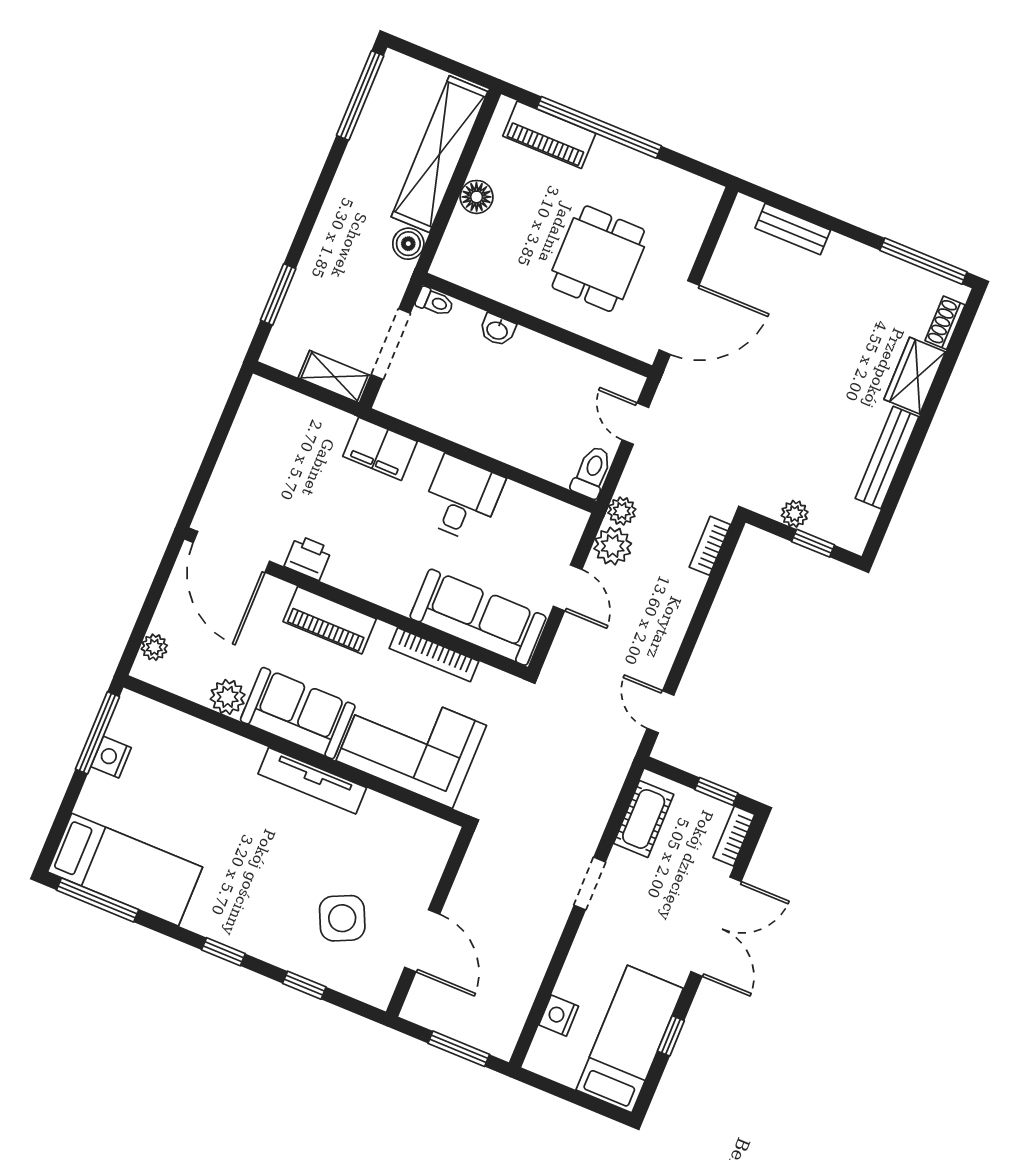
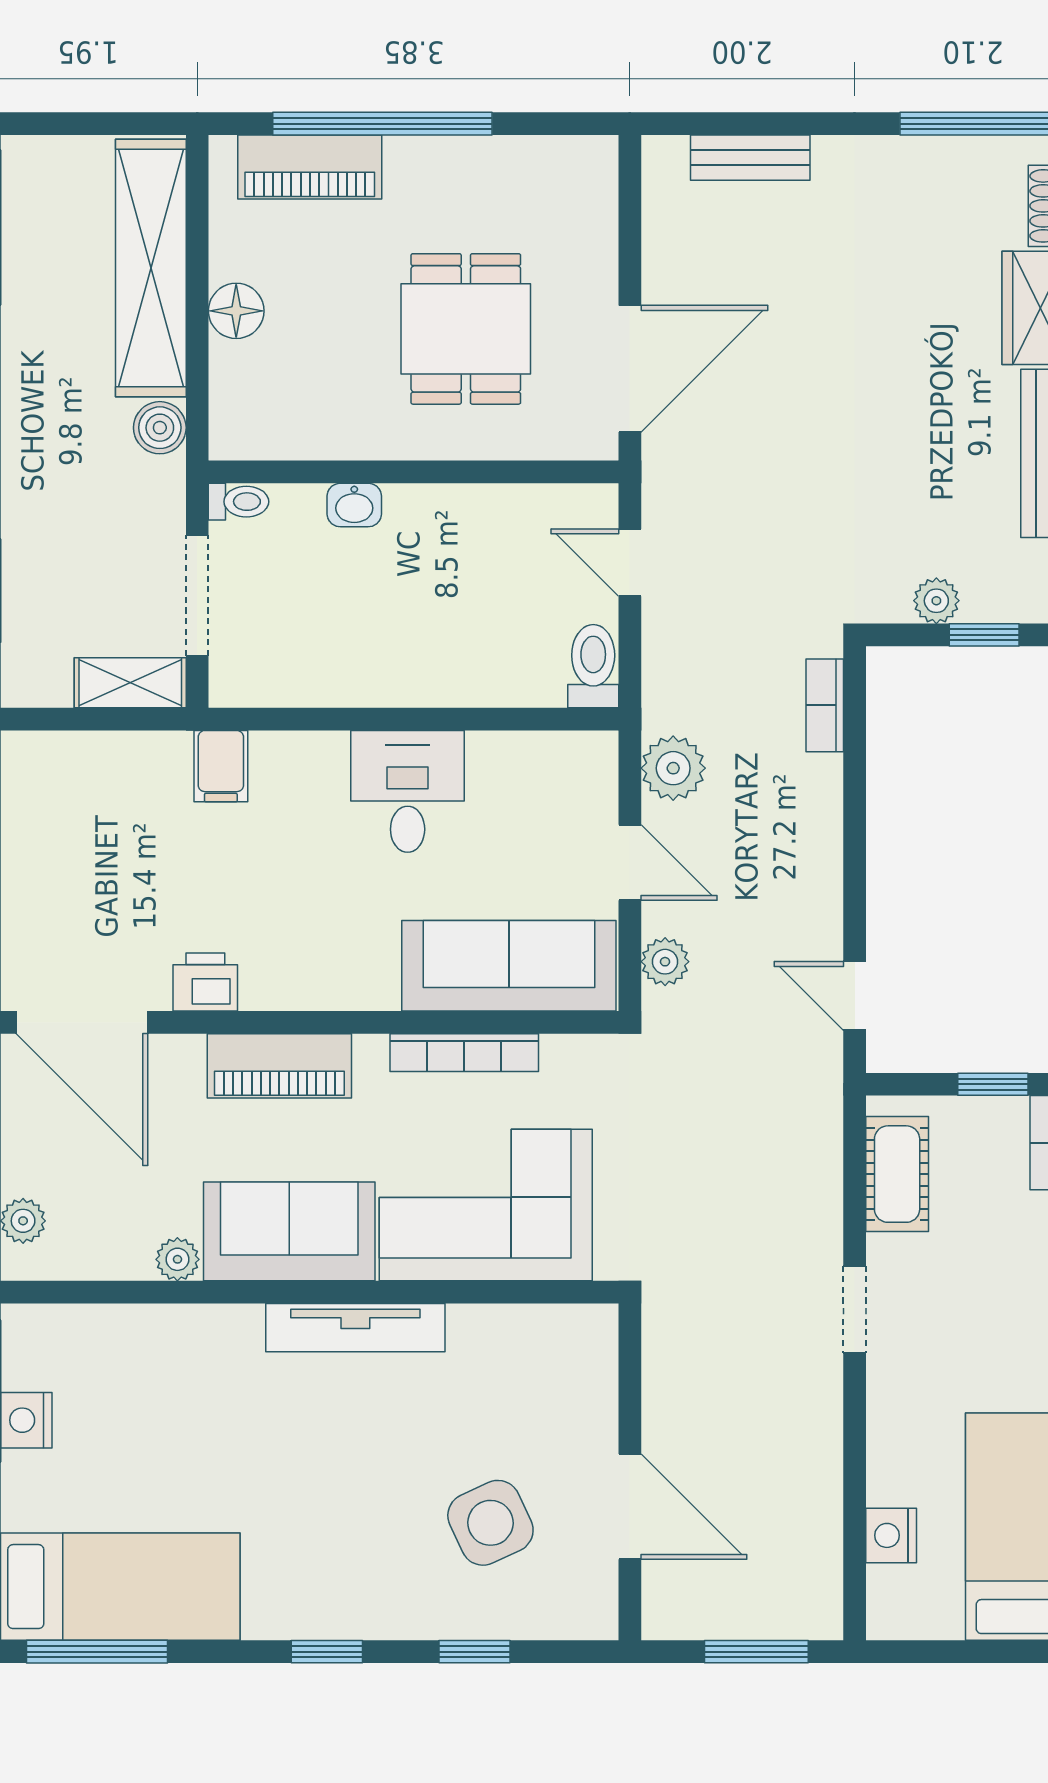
filing cabinet: (380, 449) -> (221, 766), width x0.50
plant: (622, 511) -> (665, 962), moved
plant: (228, 697) -> (177, 1259), width x0.73, depth x0.73

